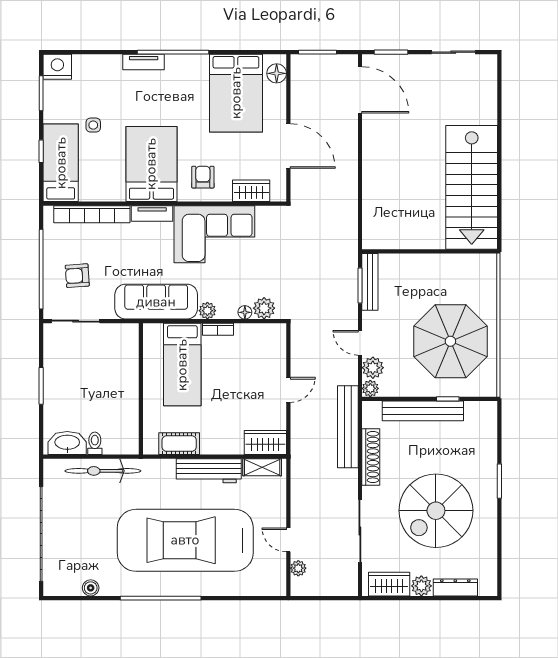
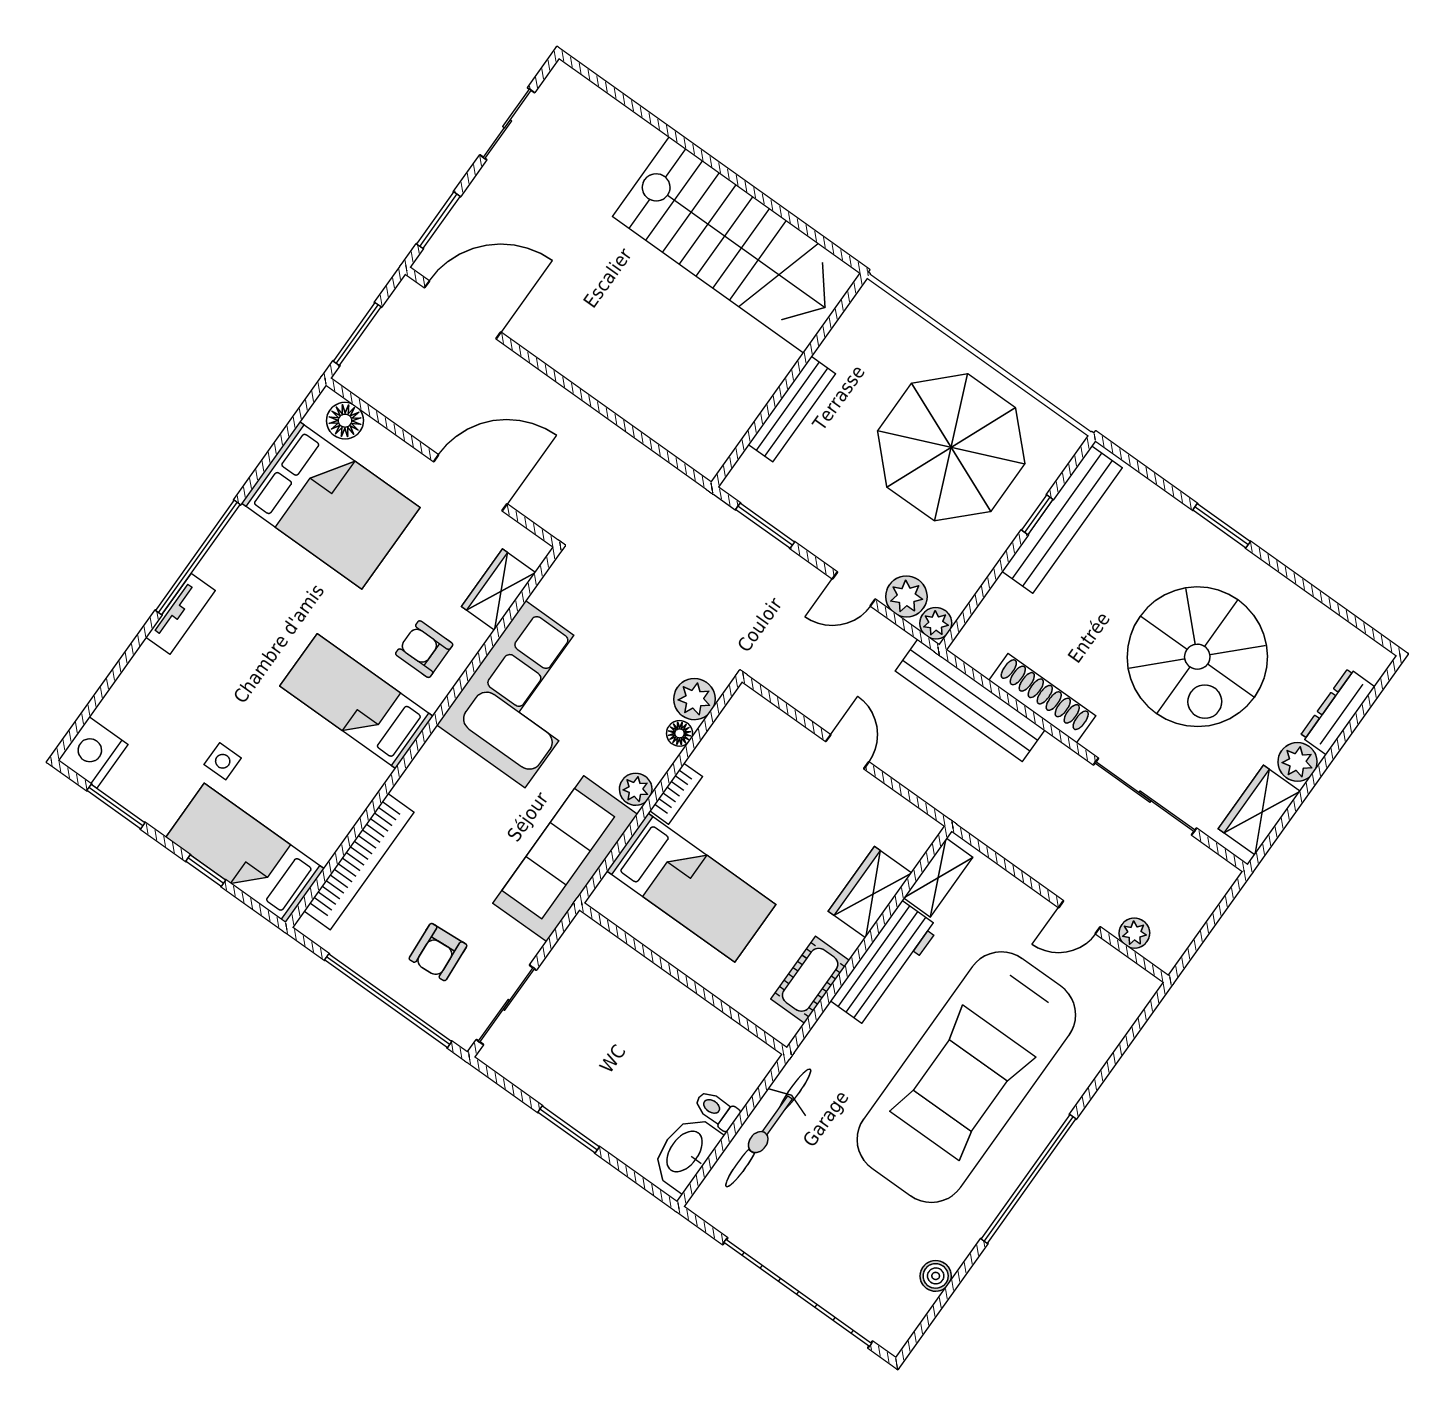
bed: (151, 164) -> (356, 701), width x0.67
tv unit: (152, 213) -> (424, 768), removed
bench: (370, 282) -> (792, 409), moved, turned 90
bench: (423, 411) -> (1062, 520), moved
wardrobe: (265, 442) -> (870, 892), moved

